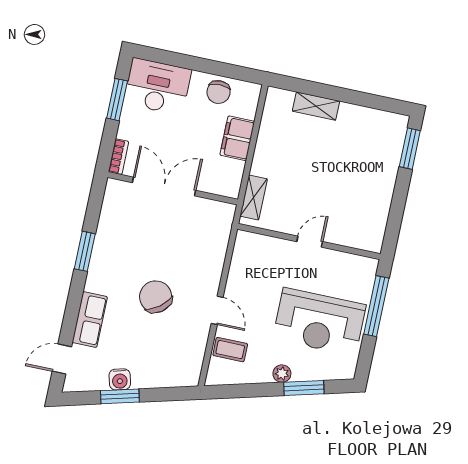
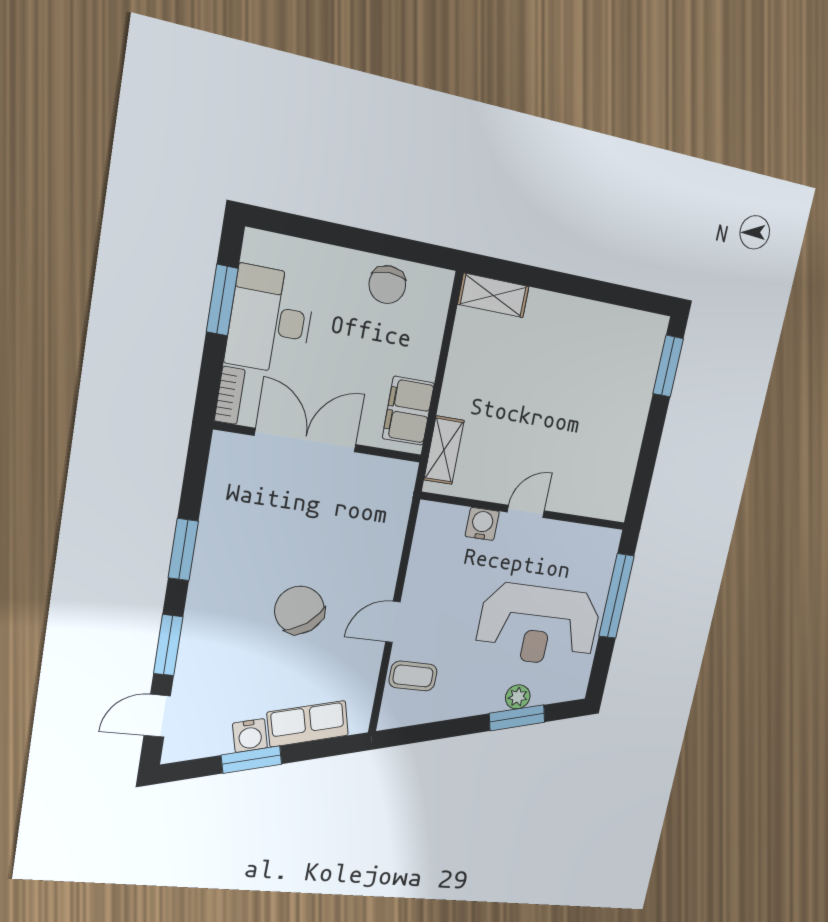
desk: (157, 86) -> (270, 320), moved, turned -90
shelving: (316, 106) -> (493, 295), moved
filing cabinet: (237, 138) -> (408, 411), moved
water cooler: (279, 248) -> (482, 524), added
door: (217, 310) -> (393, 622), swing flipped
window: (72, 313) -> (168, 645), added
row of seats: (90, 320) -> (308, 724), moved, turned -105
plant: (282, 374) -> (518, 697), moved

